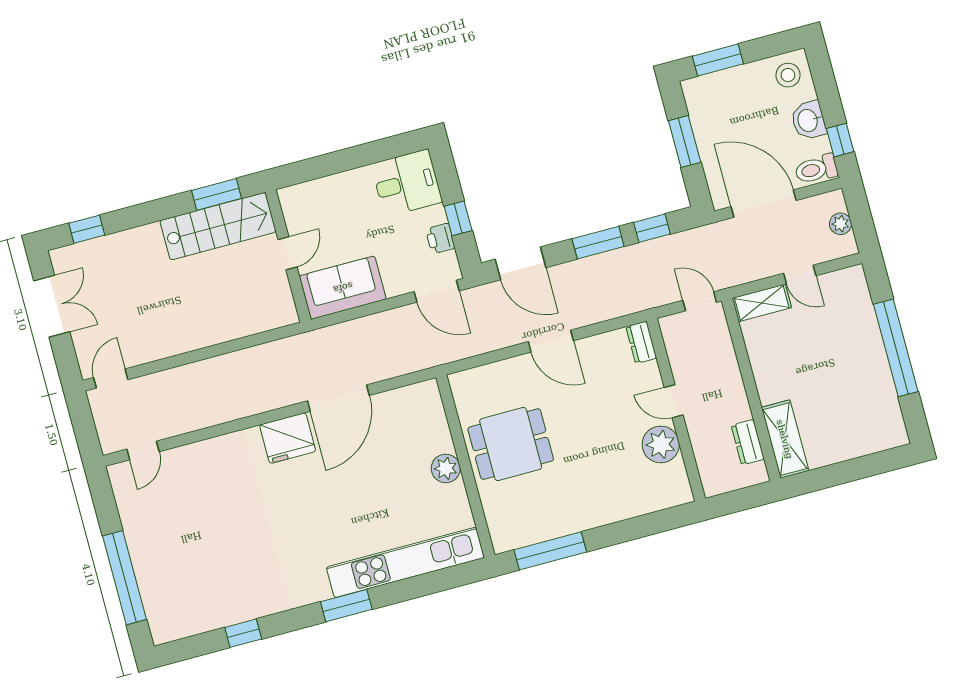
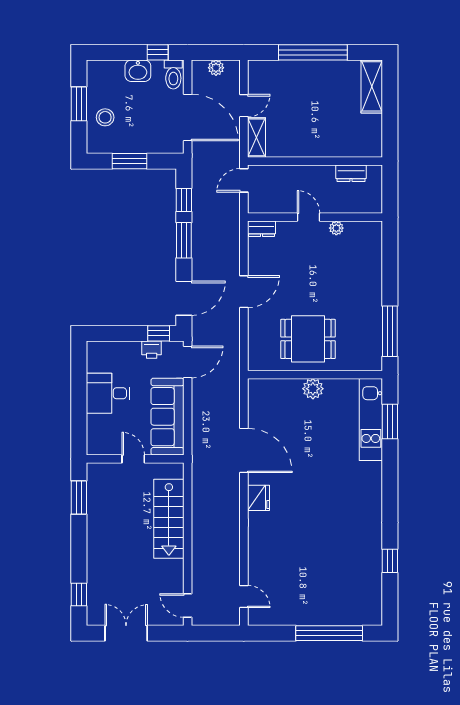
window: (718, 60) -> (79, 104), moved
stool: (788, 75) -> (105, 117), moved
desk: (407, 183) -> (108, 393), moved, turned -90
door: (764, 204) -> (188, 118), swing flipped
window: (458, 218) -> (159, 333), moved
stairs: (218, 226) -> (169, 519), moved, turned 180
sofa: (343, 288) -> (167, 417), width x1.36
door: (674, 401) -> (309, 217), swing flipped
fridge: (288, 438) -> (258, 498), width x0.73, depth x0.75
shelving: (785, 439) -> (372, 86), moved, turned 90
dining table: (511, 444) -> (308, 339), turned 90
plant: (661, 444) -> (336, 228), width x0.53, depth x0.53
kitchen unit: (405, 562) -> (371, 420), width x0.73
window: (346, 606) -> (390, 421), moved

